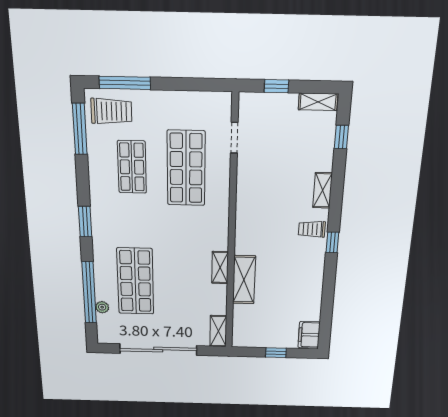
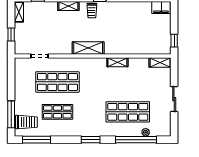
trolley: (111, 111) -> (26, 122), turned 90
shelving: (244, 280) -> (88, 48), moved
sliding door: (158, 350) -> (174, 99), width x0.54
window: (276, 353) -> (174, 41), moved

